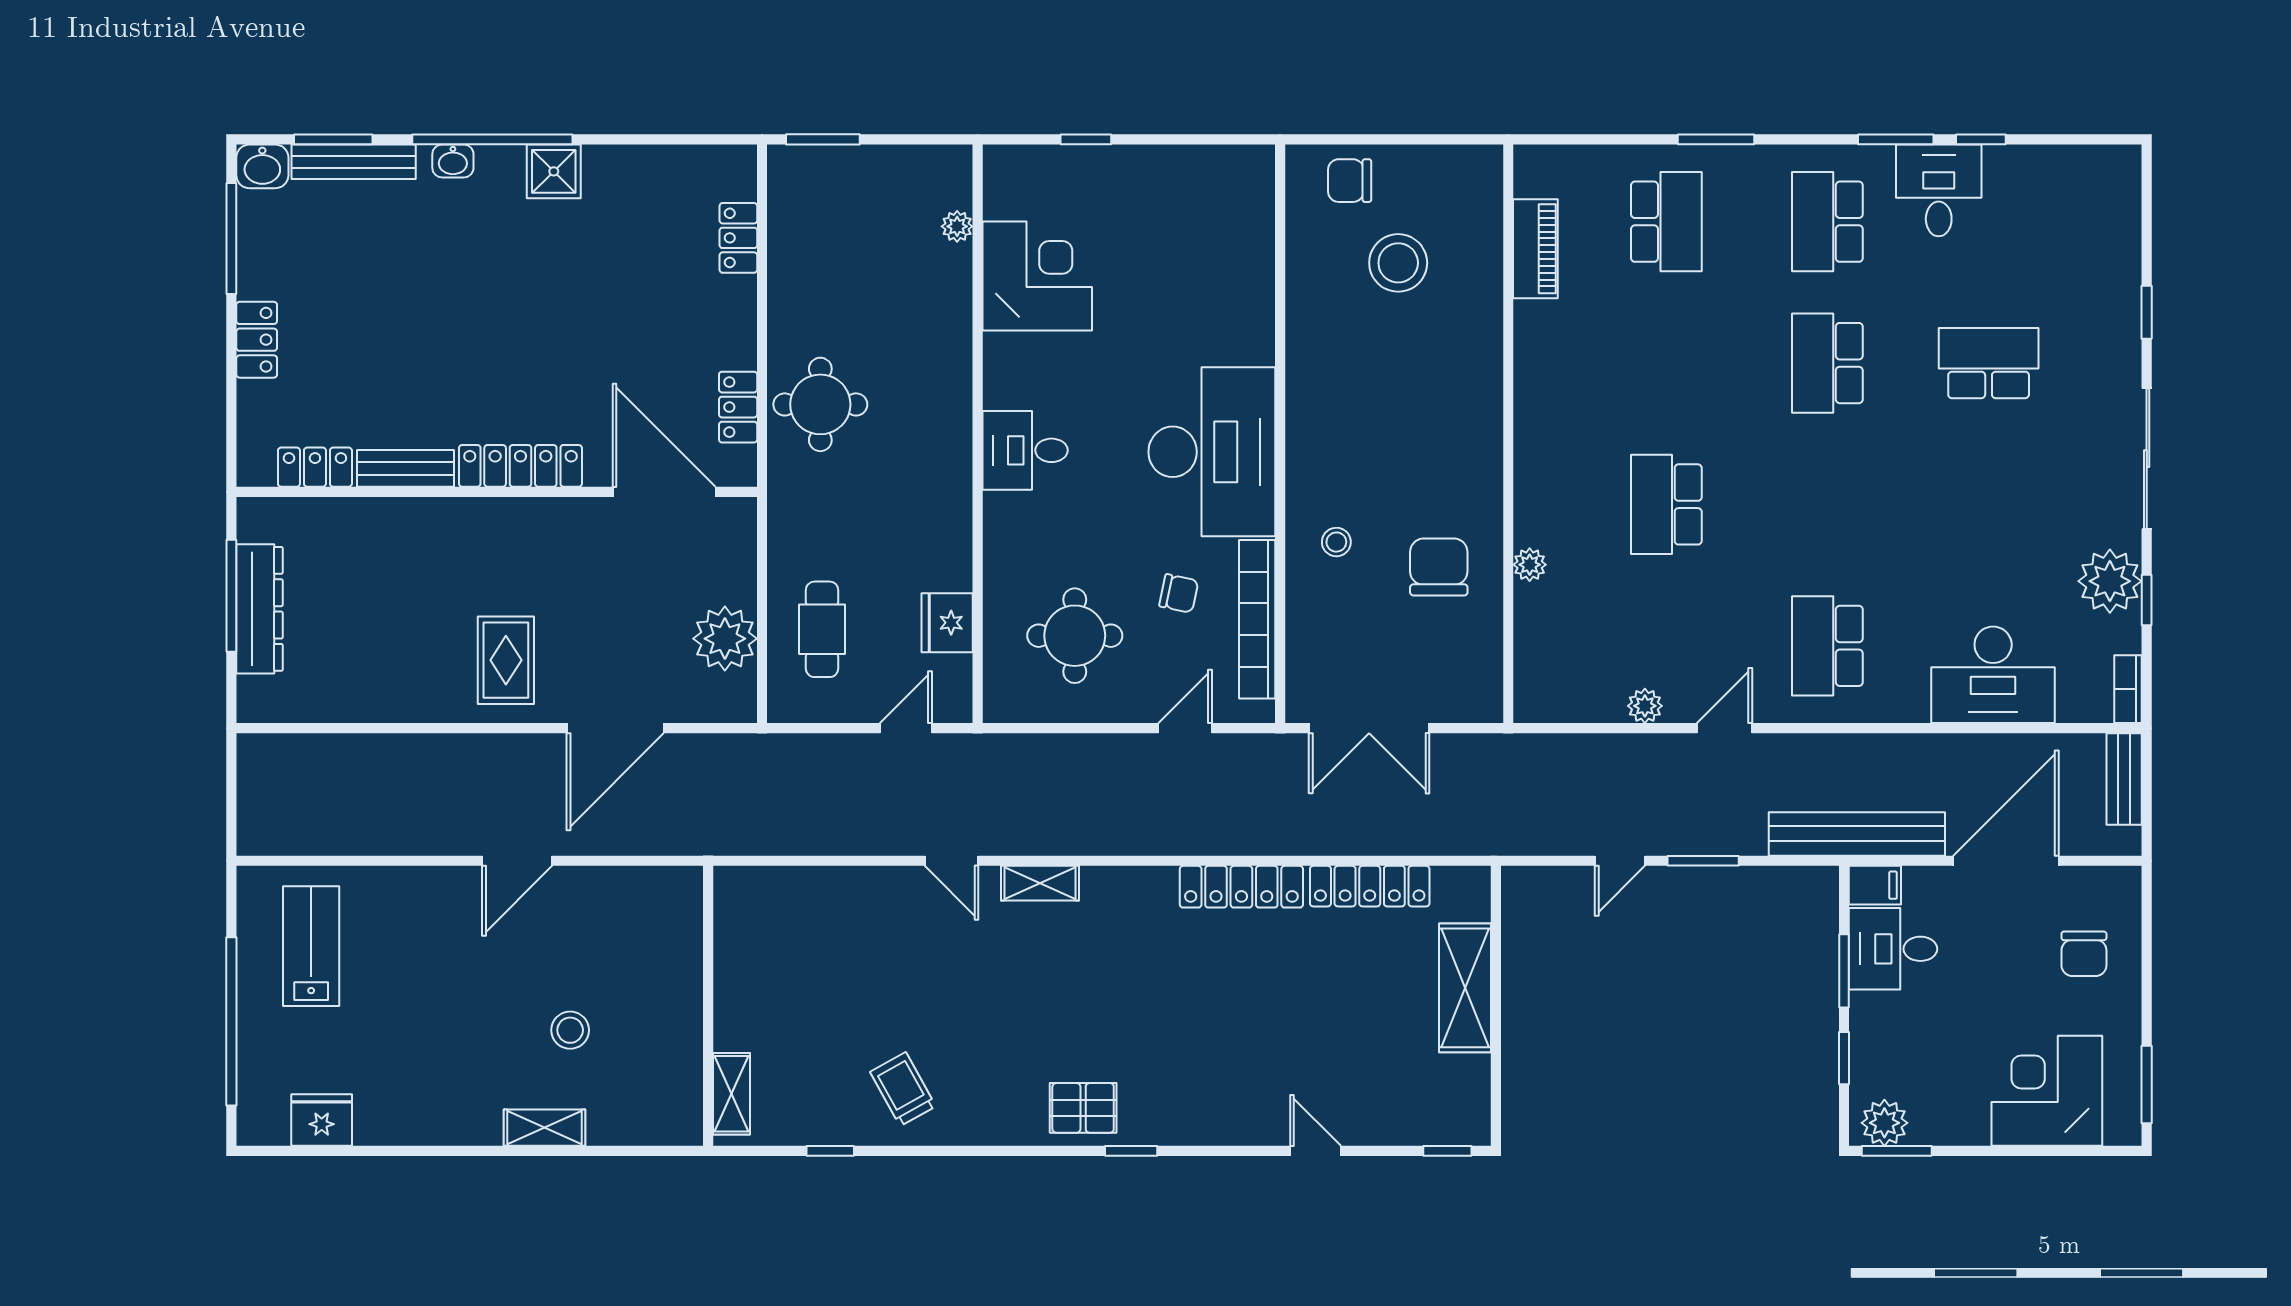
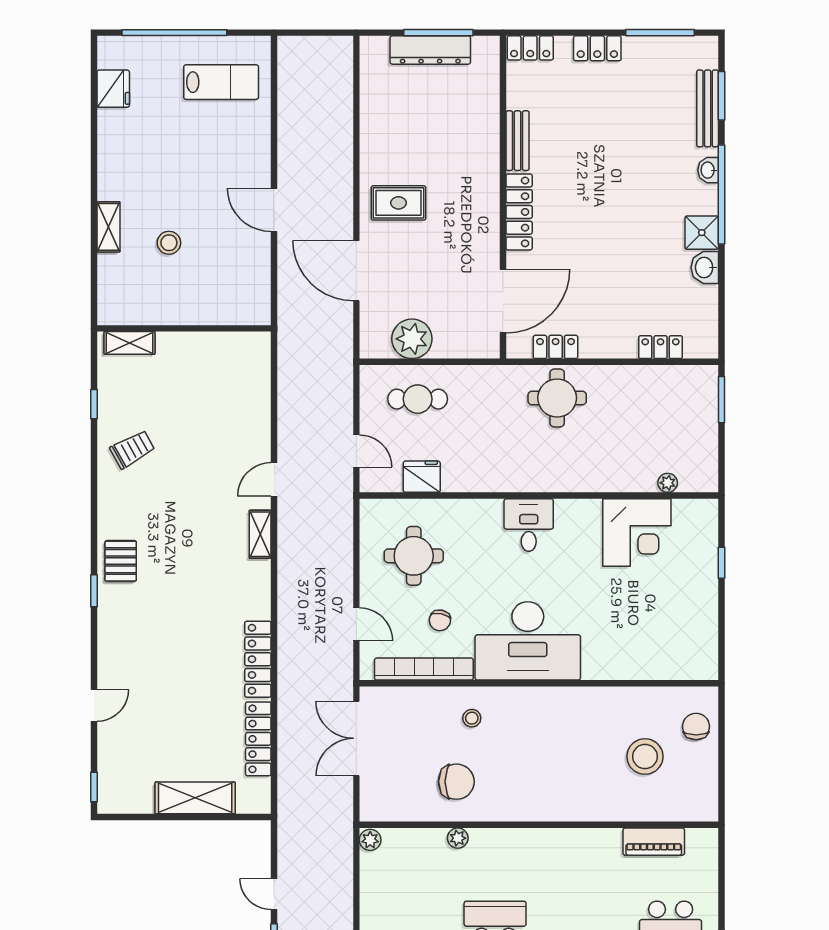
washbasin: (262, 166) -> (705, 268), moved
locker: (315, 467) -> (530, 48), moved, turned 90
plant: (1645, 706) -> (370, 840), moved

